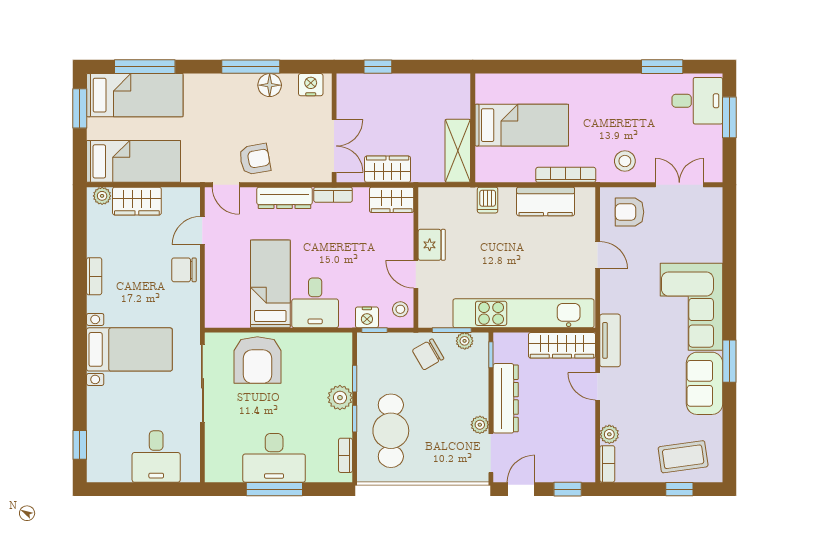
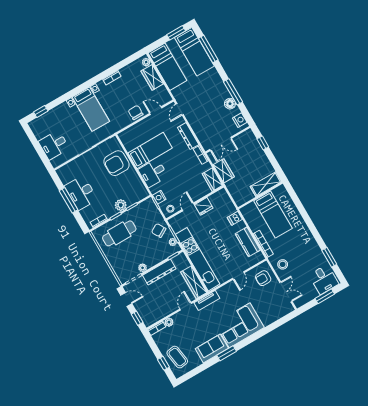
shelving: (458, 151) -> (266, 184), moved
armchair: (255, 159) -> (197, 115), removed
armchair: (629, 212) -> (263, 278), turned -90

